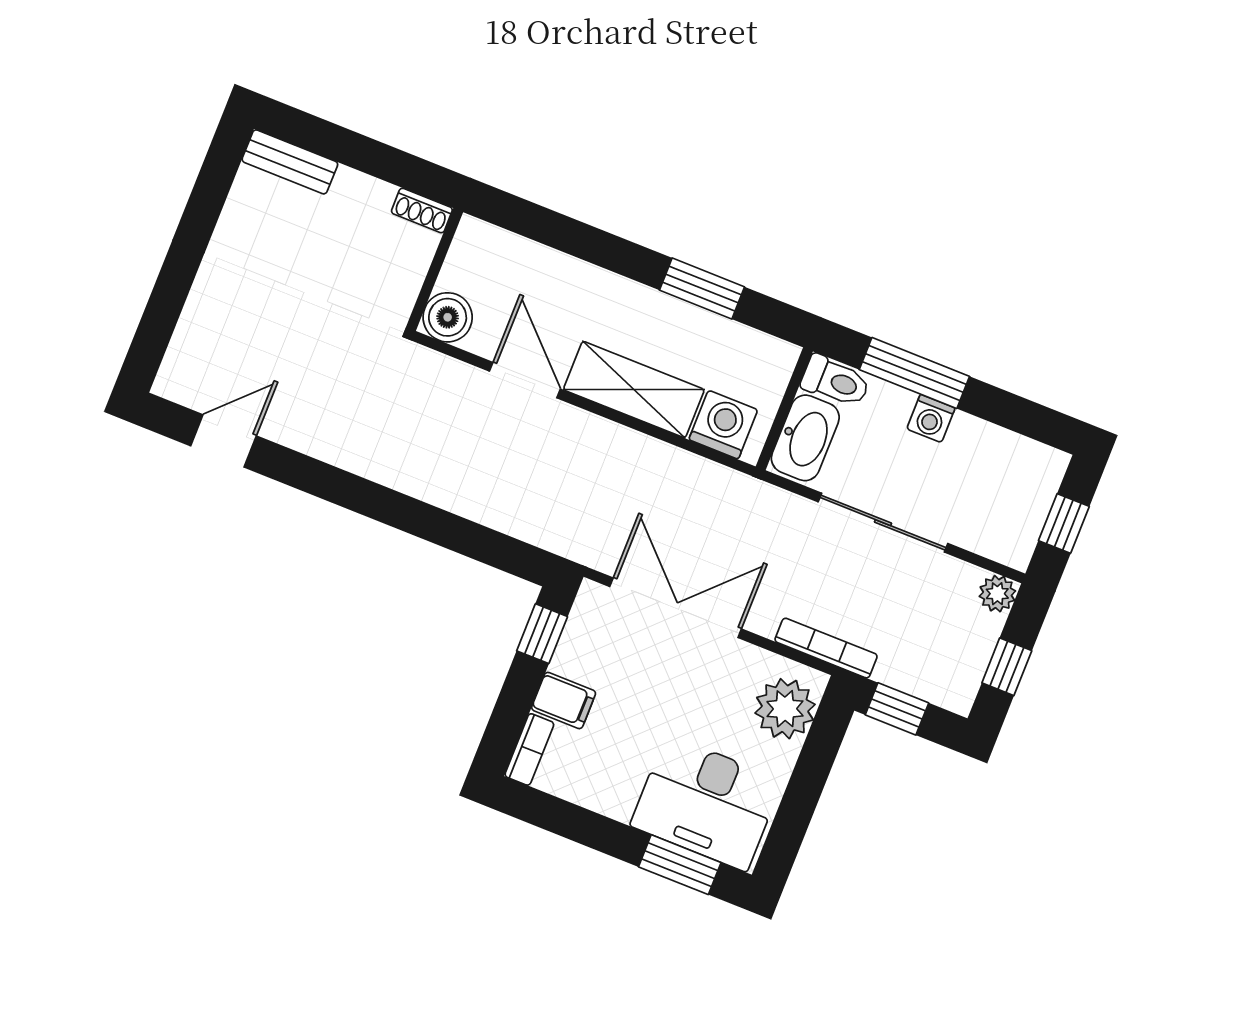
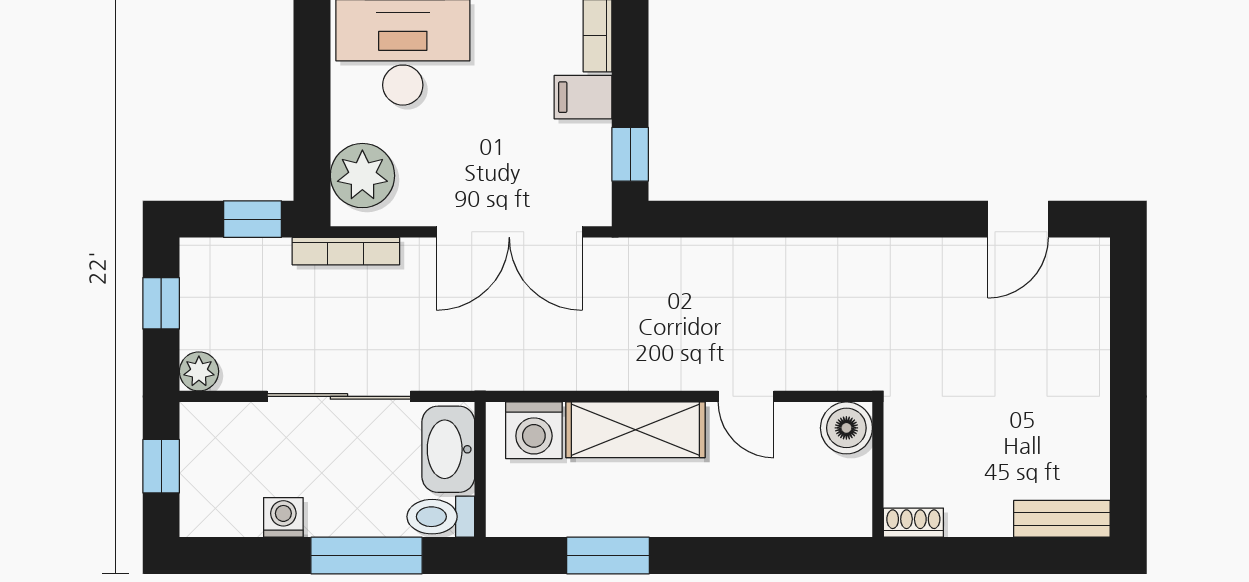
door: (525, 380) -> (746, 396), width x0.73
washing machine: (931, 418) -> (283, 517), moved

